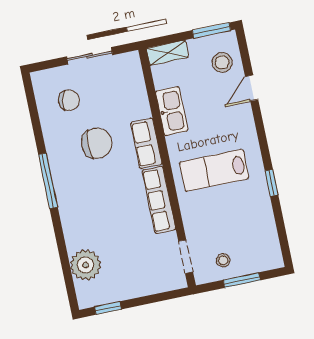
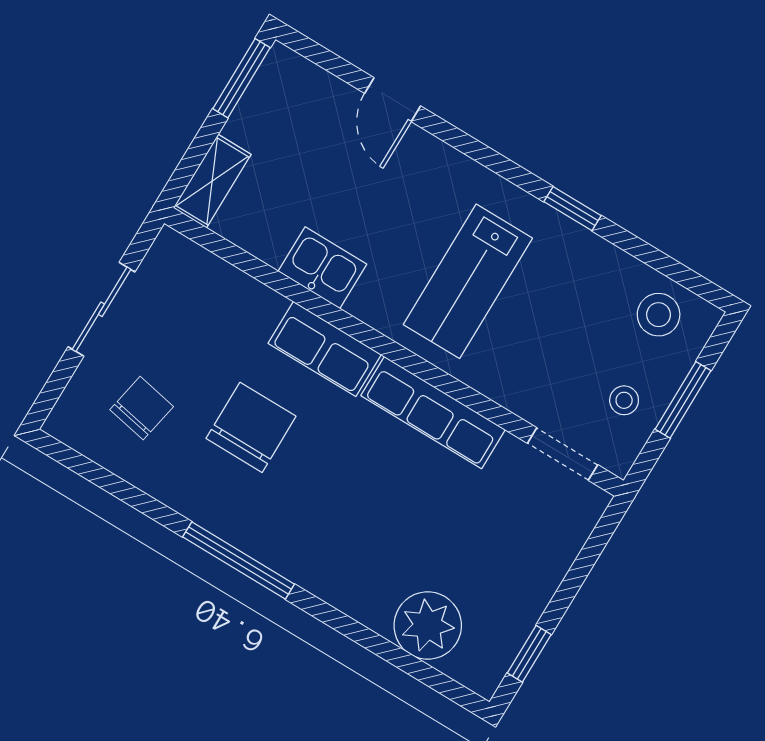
stool: (222, 62) -> (659, 315), moved
kitchen sink: (172, 111) -> (322, 268), width x0.73

